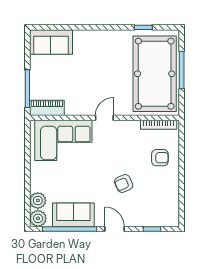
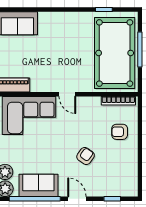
door: (104, 118) -> (67, 94), swing flipped
armchair: (160, 158) -> (120, 132), turned 180
armchair: (124, 183) -> (86, 156), turned 150

